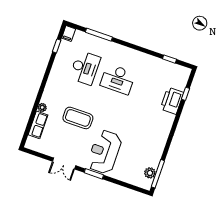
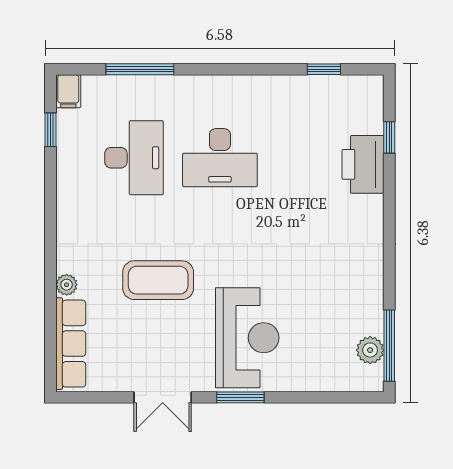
row of seats: (38, 125) -> (71, 344), width x1.48
reception desk: (104, 152) -> (247, 338), turned 180

